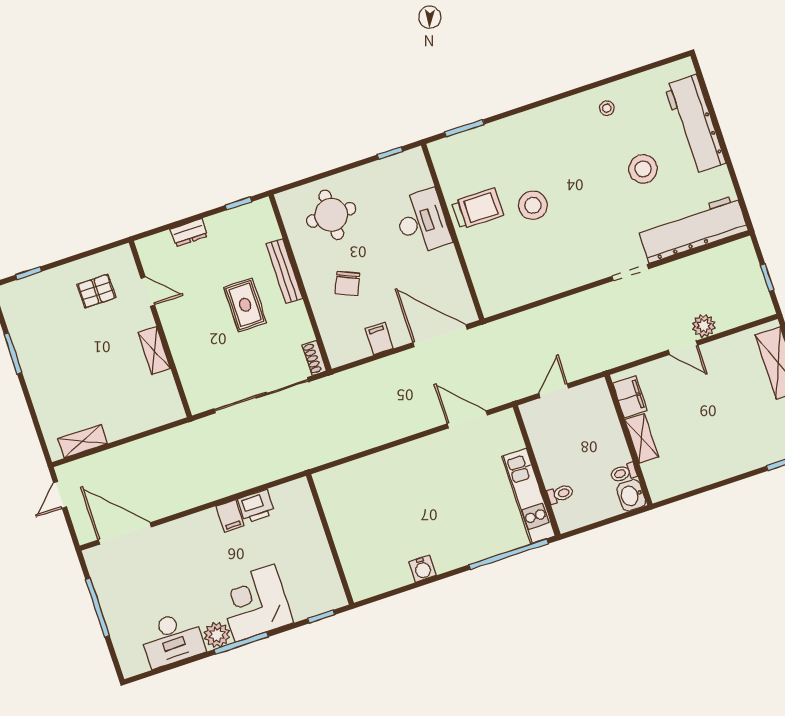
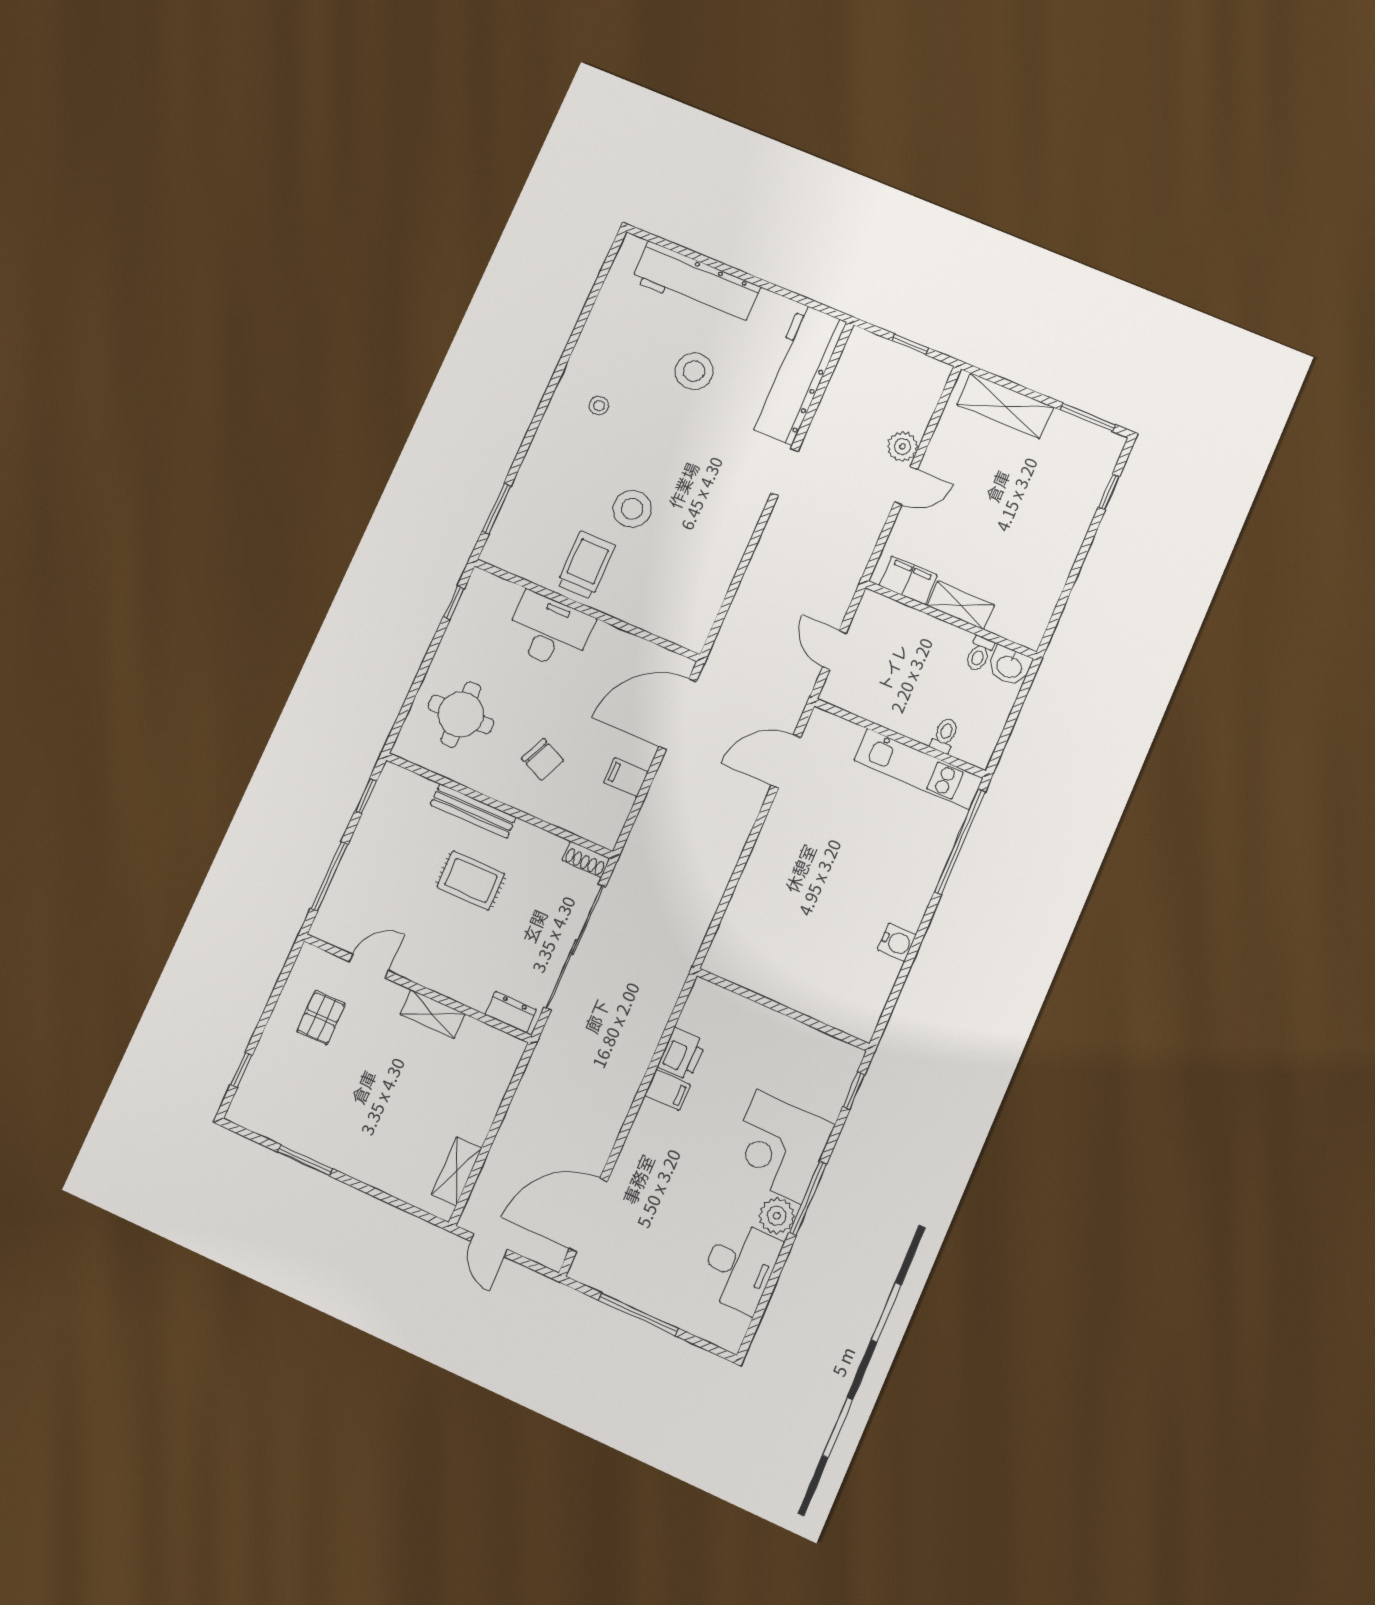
stool: (607, 108) -> (599, 406), moved
window: (176, 224) -> (329, 877), added
dresser: (189, 233) -> (511, 1012), moved, turned -90

